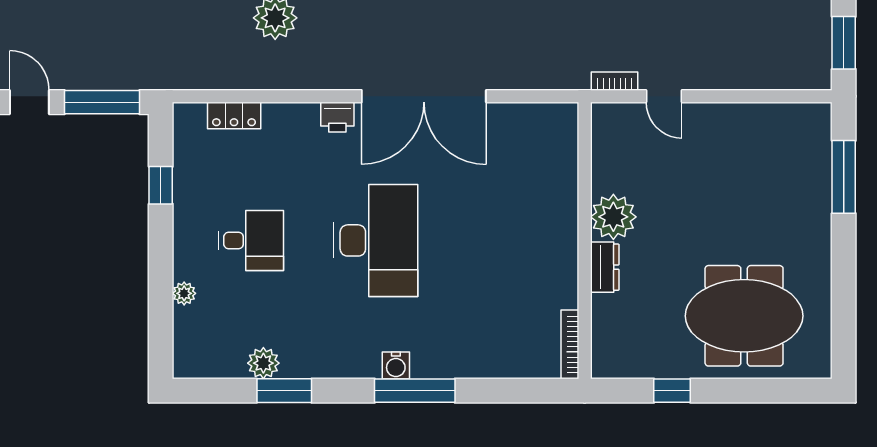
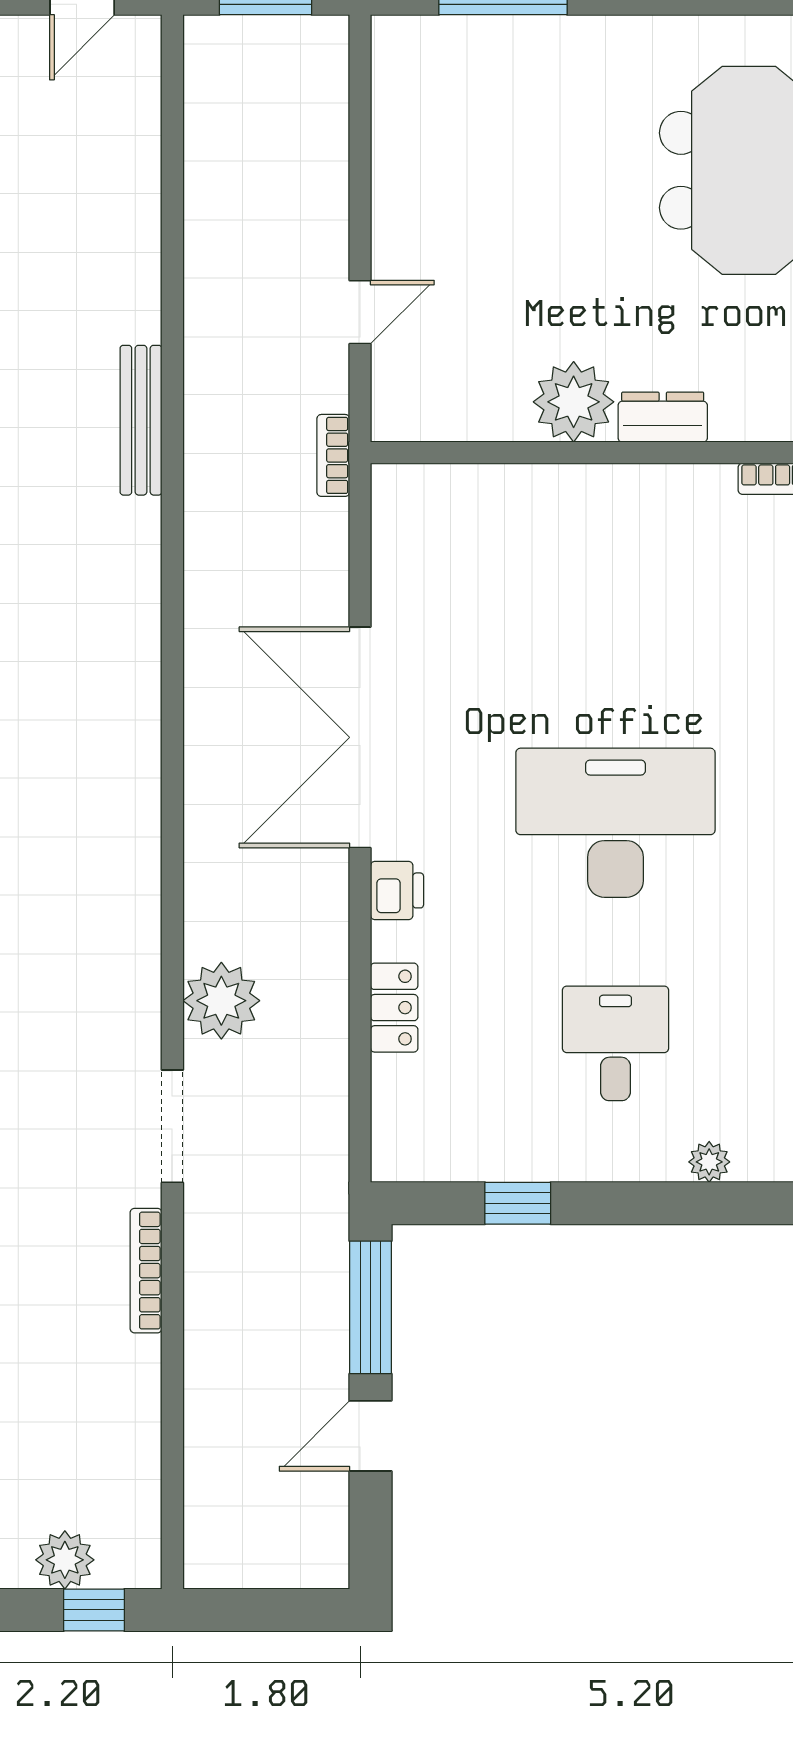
bookcase: (615, 81) -> (333, 455), moved
double door: (424, 96) -> (360, 737), swing flipped
locker: (234, 116) -> (394, 1008), moved

